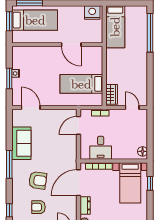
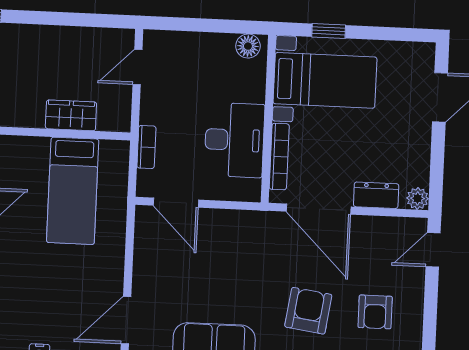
wardrobe: (112, 94) -> (71, 115), moved
desk: (101, 148) -> (234, 140), width x1.37

